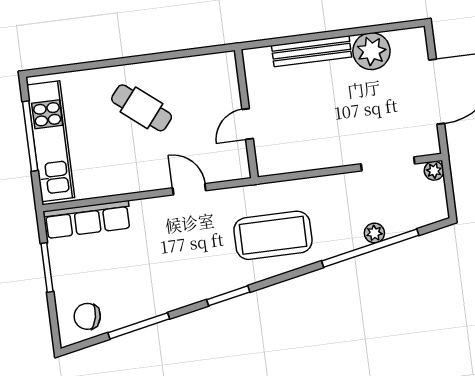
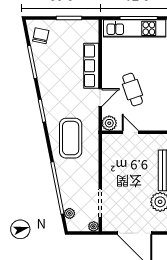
cafe table: (142, 108) -> (133, 90), moved, turned -58
plant: (236, 166) -> (109, 123), added
row of seats: (87, 219) -> (91, 66), moved
plant: (374, 233) -> (69, 213), moved

